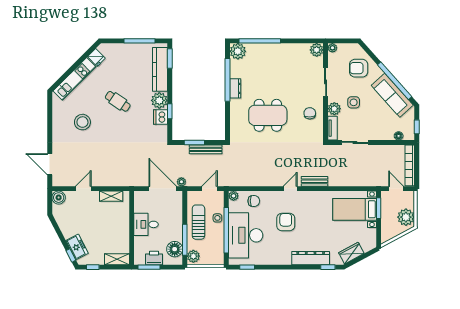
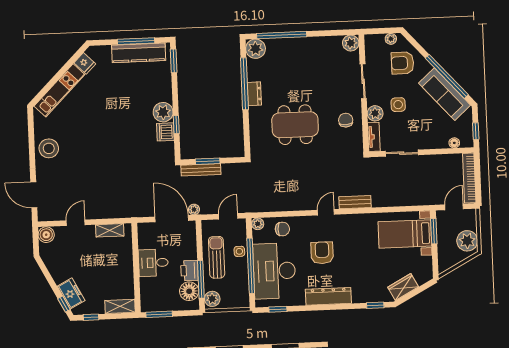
plant: (332, 48) -> (391, 39), moved
kitchen counter: (160, 69) -> (139, 53), moved, turned -90
cafe table: (118, 101) -> (113, 115), removed
stool: (82, 122) -> (49, 148), moved
bench: (206, 149) -> (201, 170), moved
door: (396, 189) -> (454, 207), hinge flipped
printer: (154, 258) -> (189, 271), moved, turned -90
dresser: (311, 258) -> (328, 296), moved

